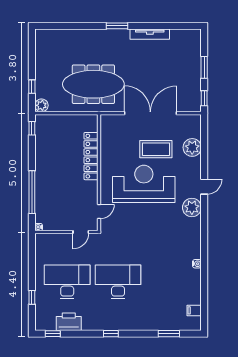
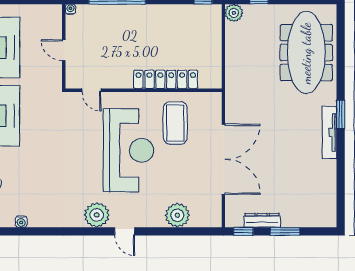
tv unit: (150, 34) -> (330, 132), moved
meeting table: (93, 84) -> (306, 53), moved
dresser: (196, 84) -> (262, 220), added
coffee table: (156, 149) -> (175, 123), moved
door: (81, 232) -> (64, 50), moved

